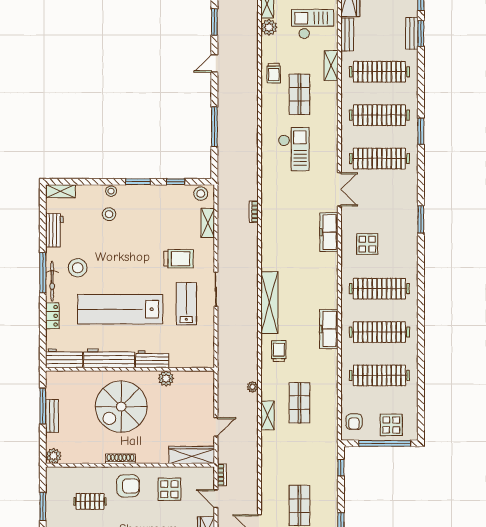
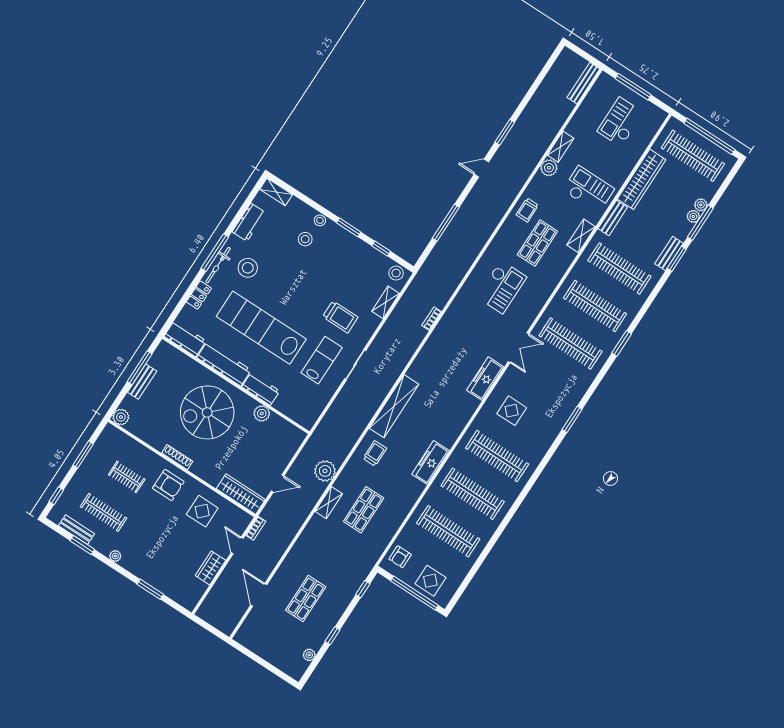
plant: (253, 387) -> (325, 471), width x1.88, depth x1.88

